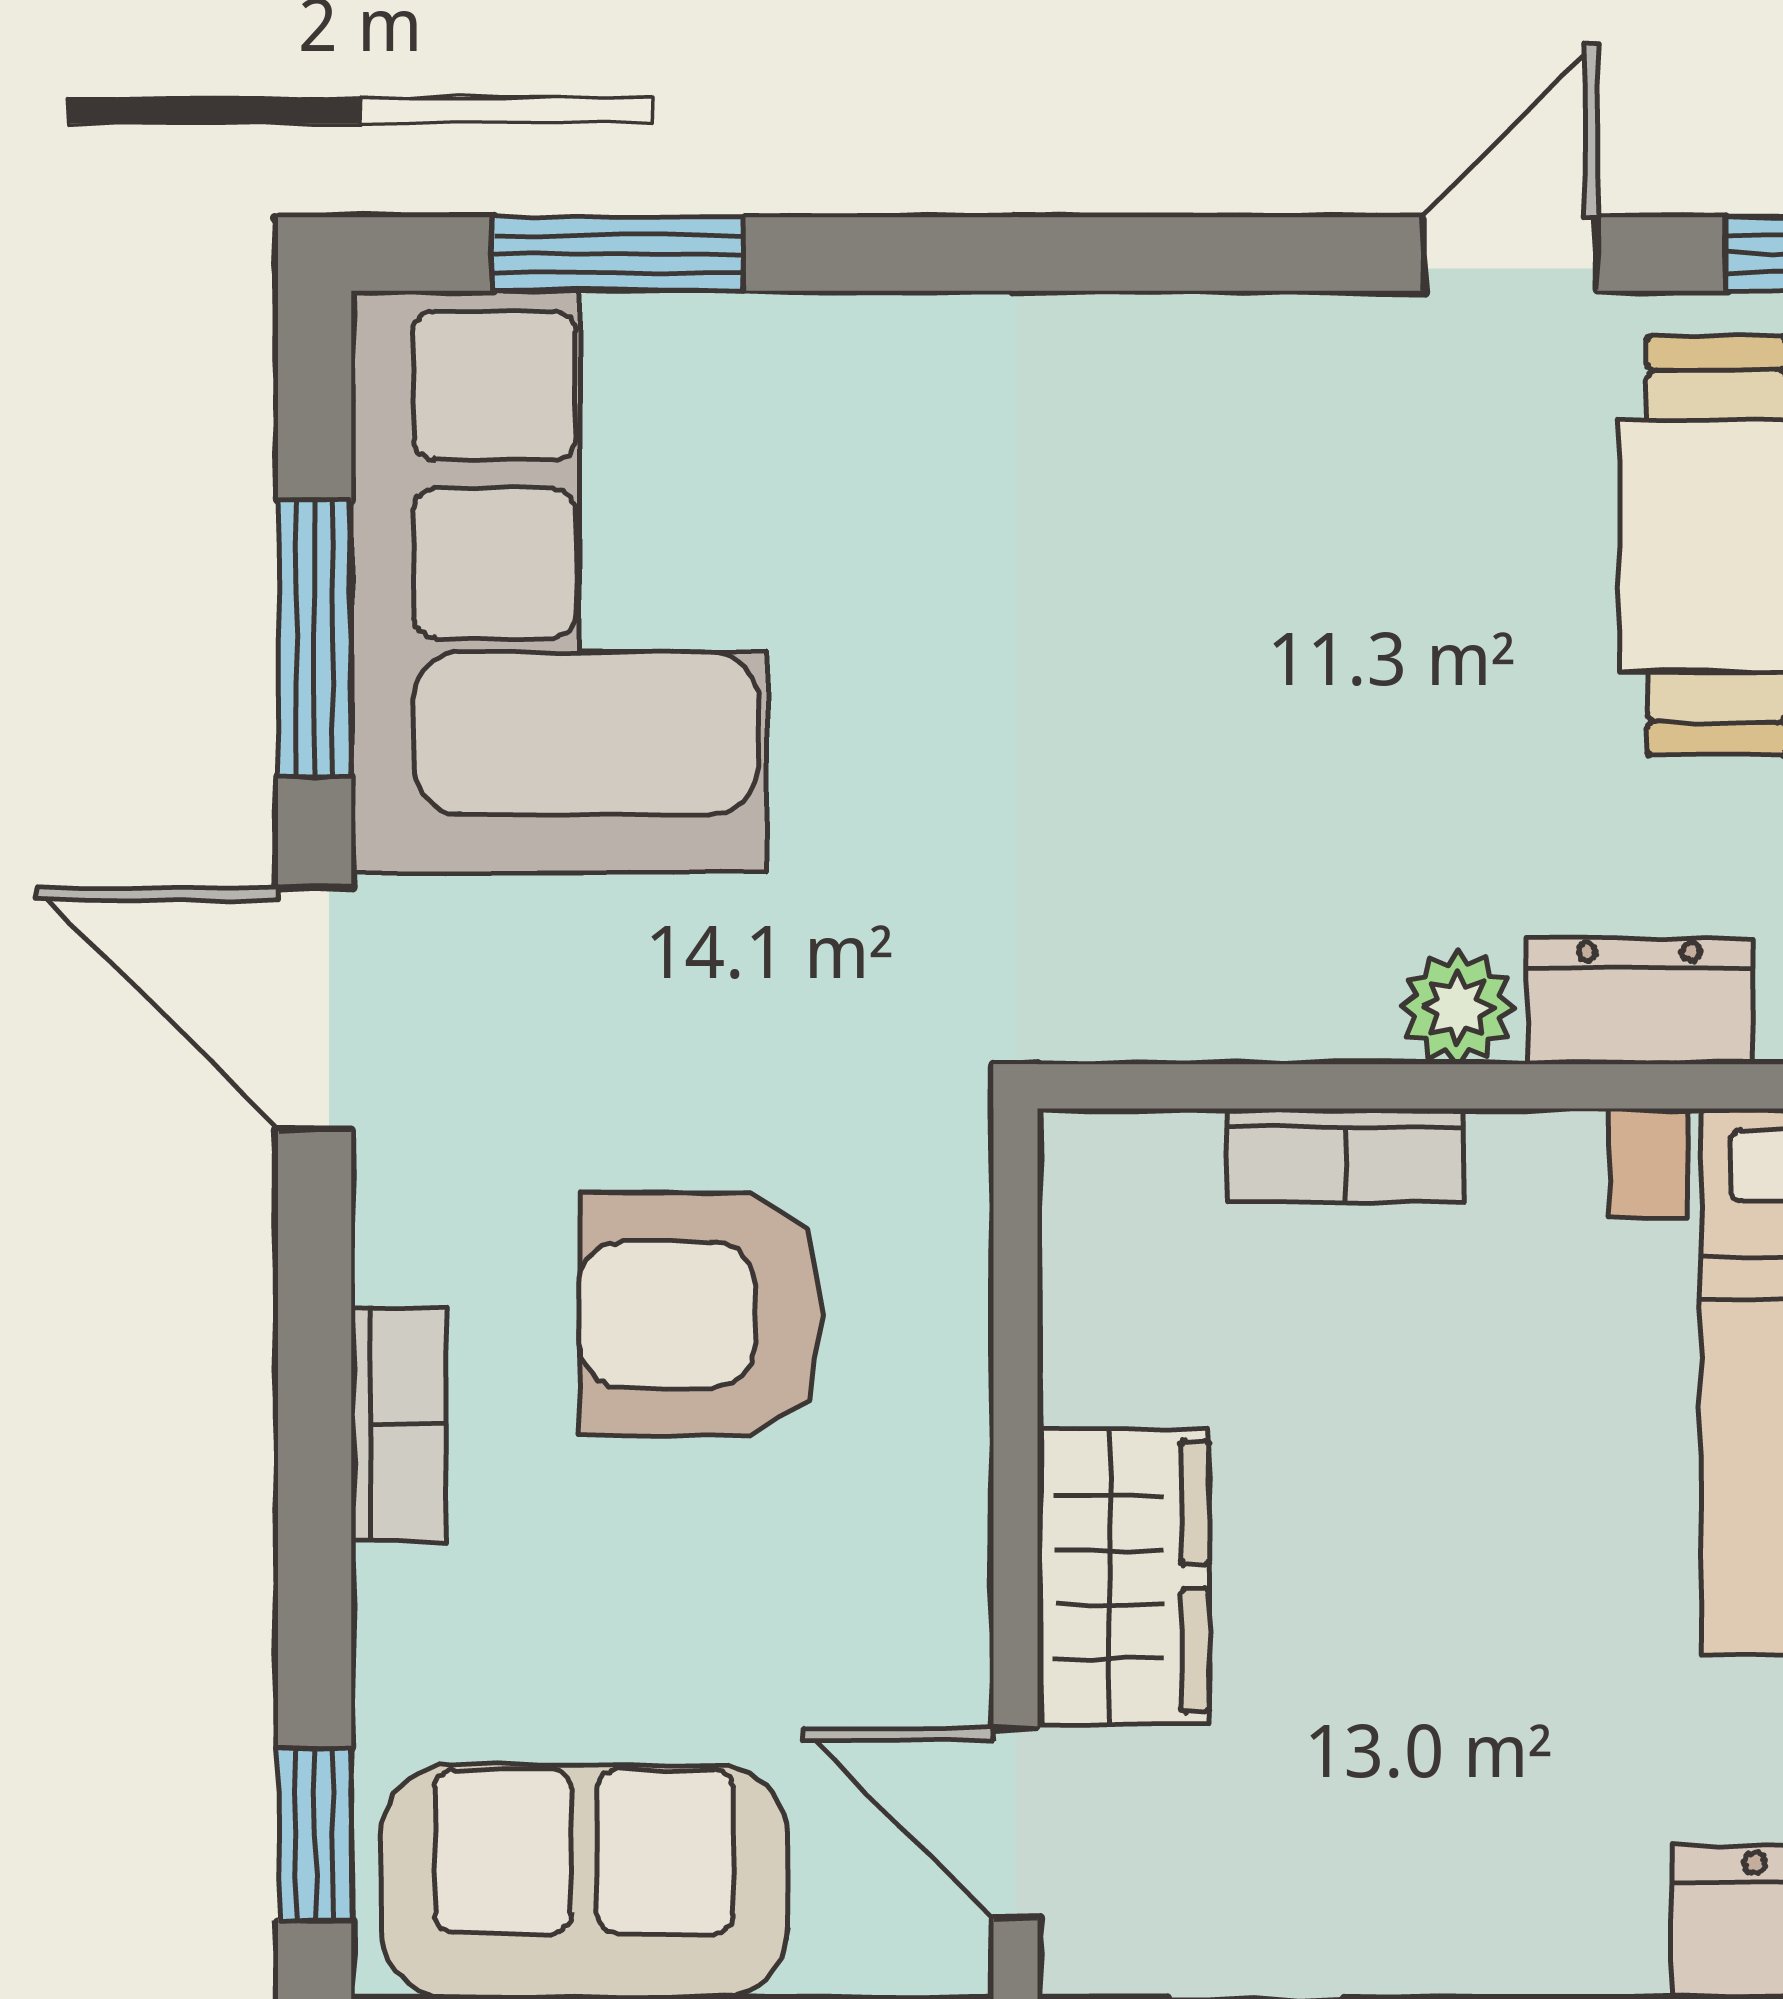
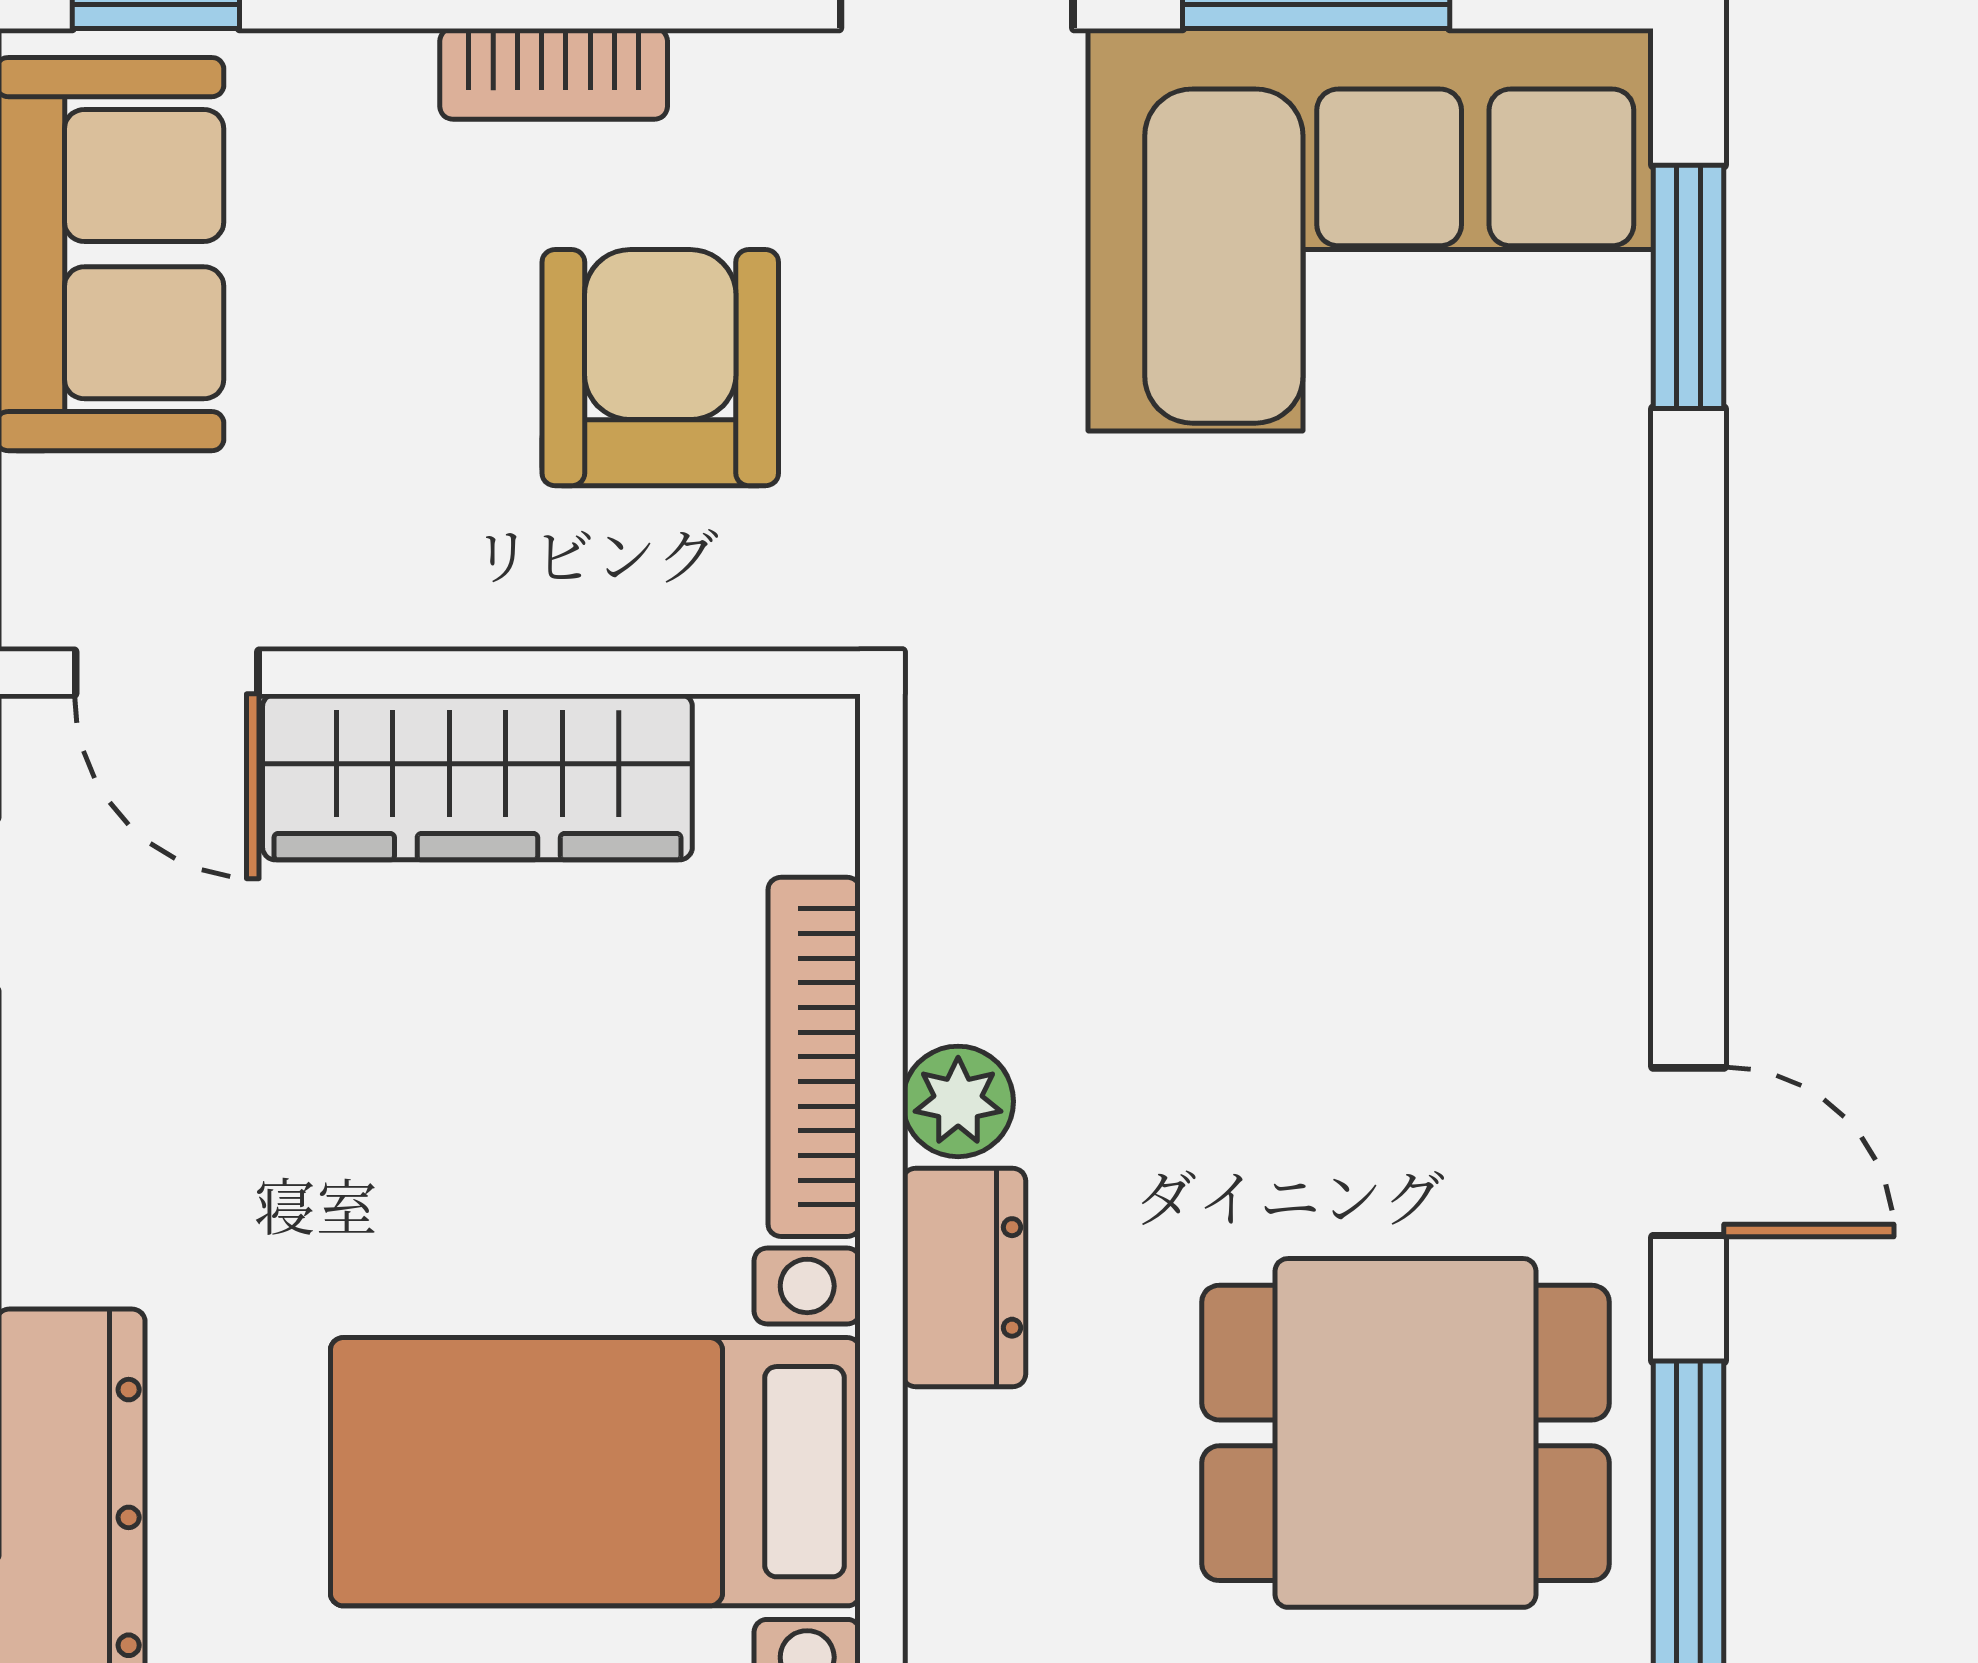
bookcase: (1345, 1156) -> (814, 1057), width x1.56
wardrobe: (1123, 1577) -> (477, 777), width x1.50
door: (1016, 1823) -> (167, 673), swing flipped

